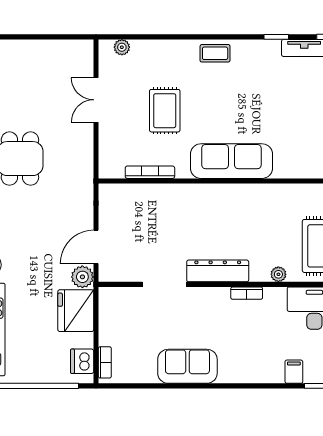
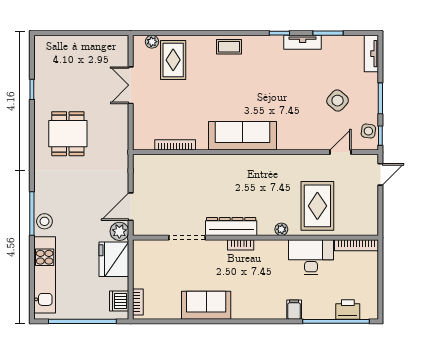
rug: (165, 111) -> (173, 60), moved
bookcase: (247, 293) -> (241, 245), moved

